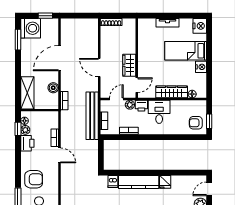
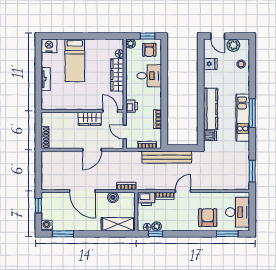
washing machine: (31, 28) -> (47, 226), width x0.53, depth x0.53
nightstand: (201, 67) -> (91, 44), removed
plant: (130, 105) -> (131, 44), moved
desk: (159, 112) -> (149, 76), moved, turned 180
bench: (92, 116) -> (167, 157), moved
printer: (27, 143) -> (146, 199), moved, turned 180
fridge: (165, 182) -> (210, 64), moved

